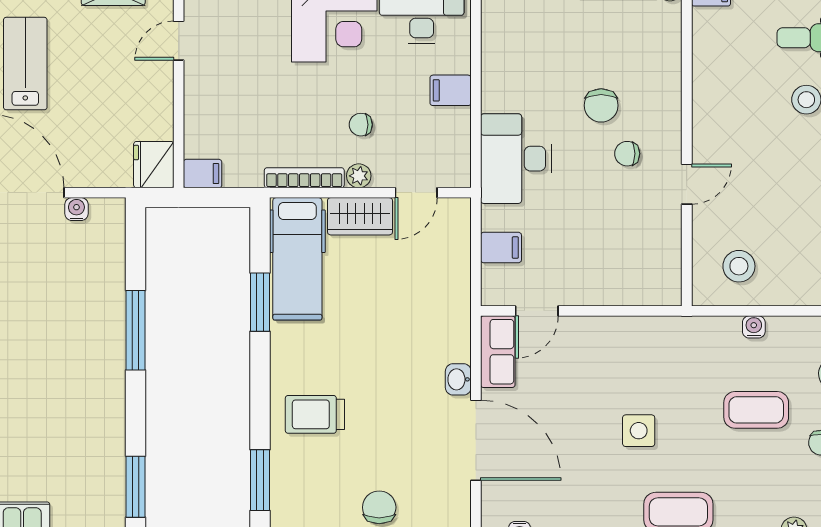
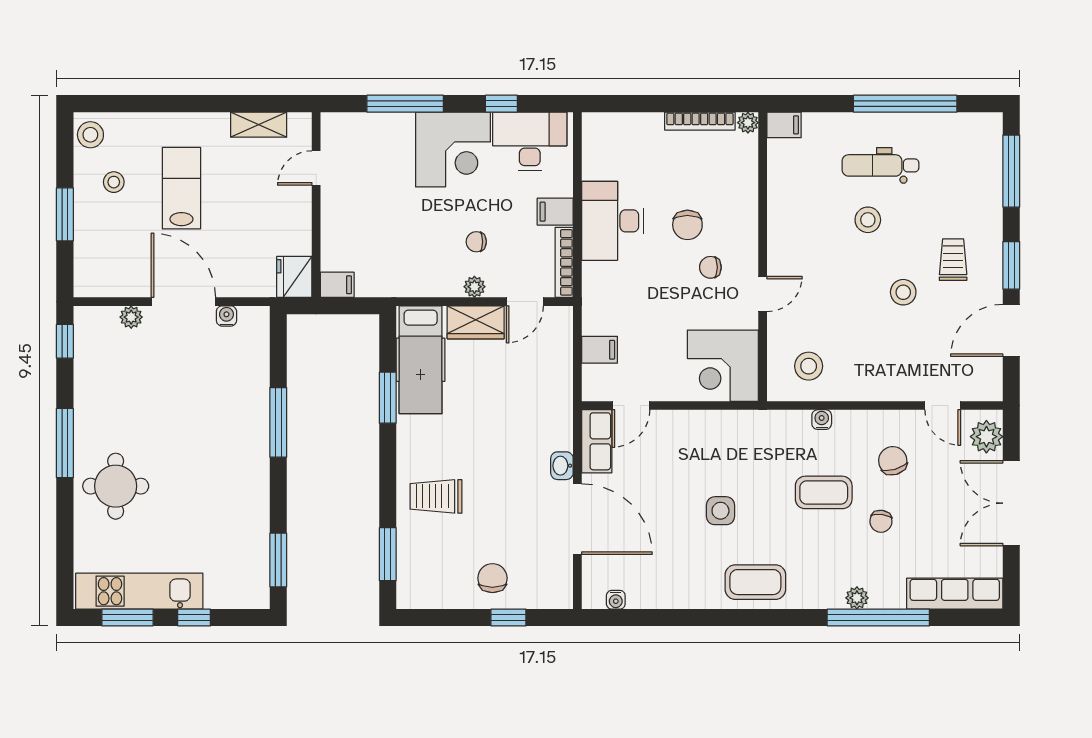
desk: (516, 159) -> (613, 221), moved
bookcase: (304, 178) -> (564, 262), moved, turned -90
corner desk: (641, 266) -> (723, 366), added

